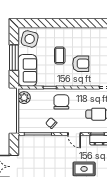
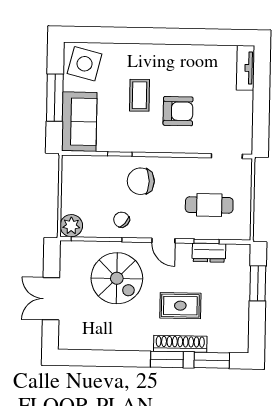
plant: (24, 98) -> (71, 226), moved
chair: (61, 102) -> (141, 181), turned -90
spiral stairs: (49, 155) -> (117, 278), added

